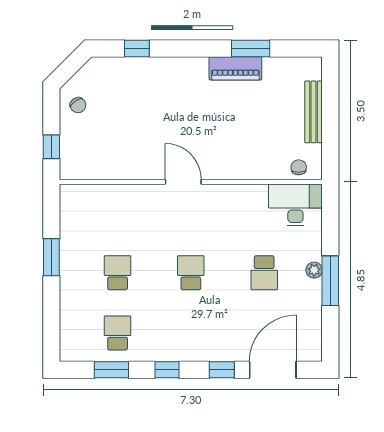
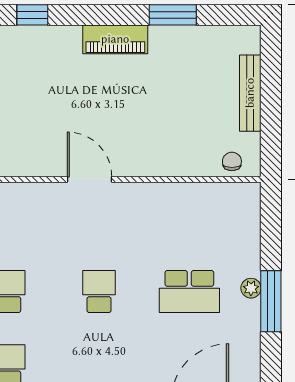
piano: (235, 68) -> (115, 39), moved
desk: (295, 205) -> (228, 208), removed
school desk: (264, 273) -> (189, 292), width x1.85

